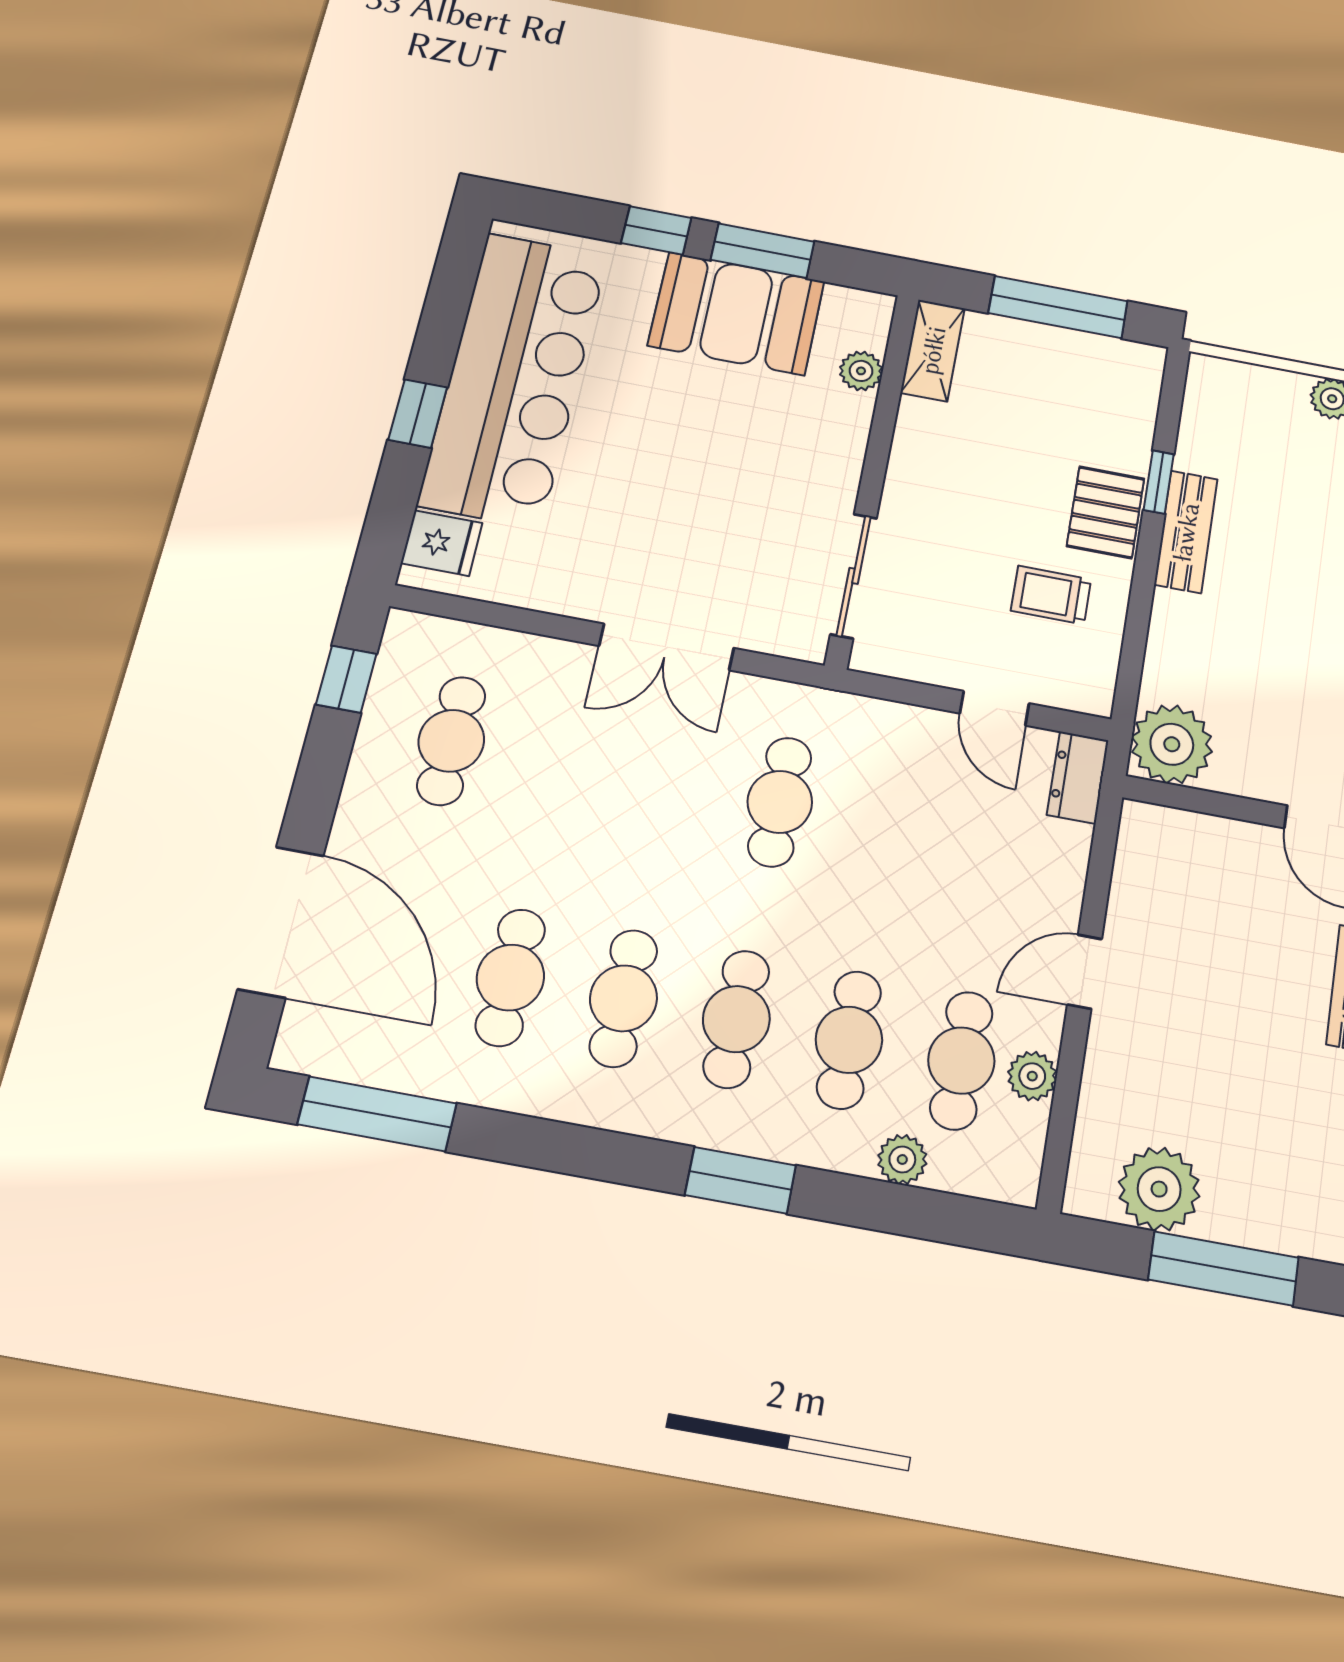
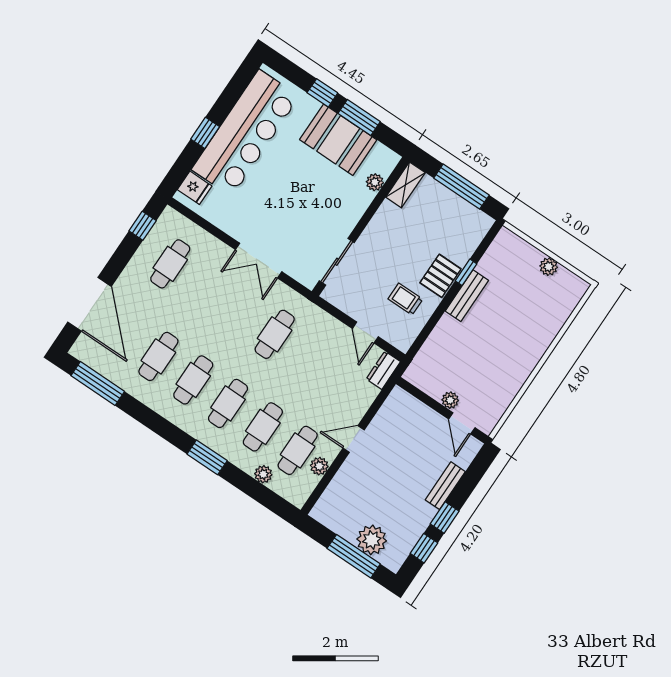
plant: (1172, 744) -> (450, 400), moved, width x0.53, depth x0.53
plant: (1159, 1189) -> (372, 540), moved

